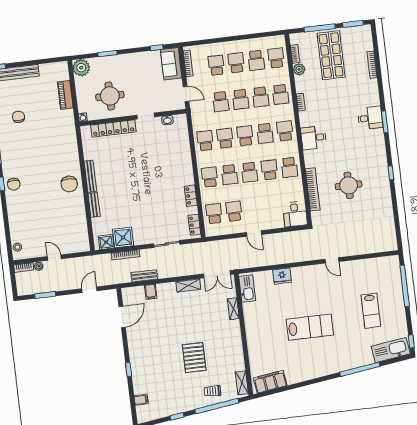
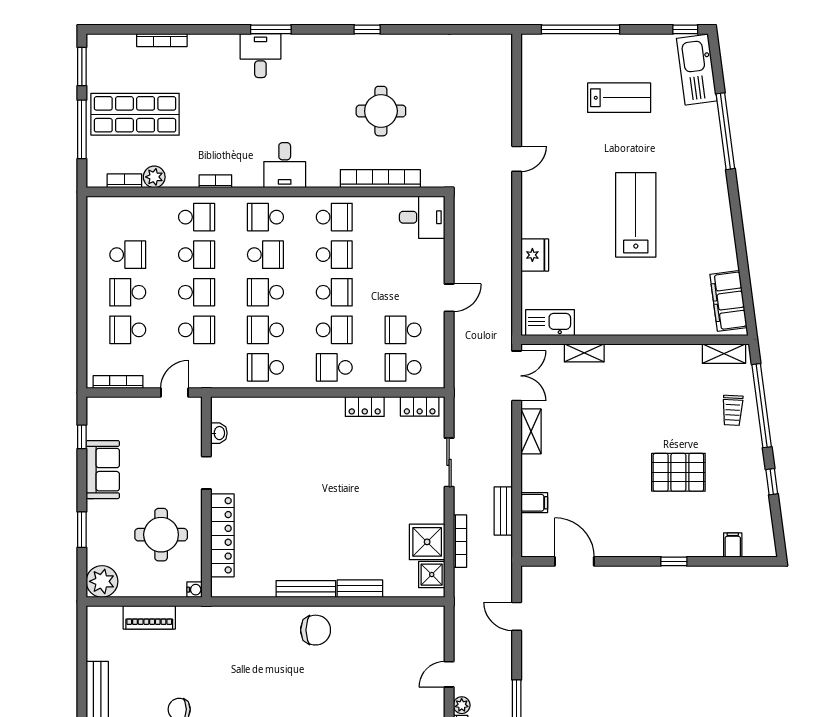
school desk: (276, 58) -> (128, 217), removed
sofa: (171, 64) -> (103, 470), moved, turned -90
school desk: (269, 170) -> (334, 255), turned 180
pallet: (194, 358) -> (678, 472), moved

